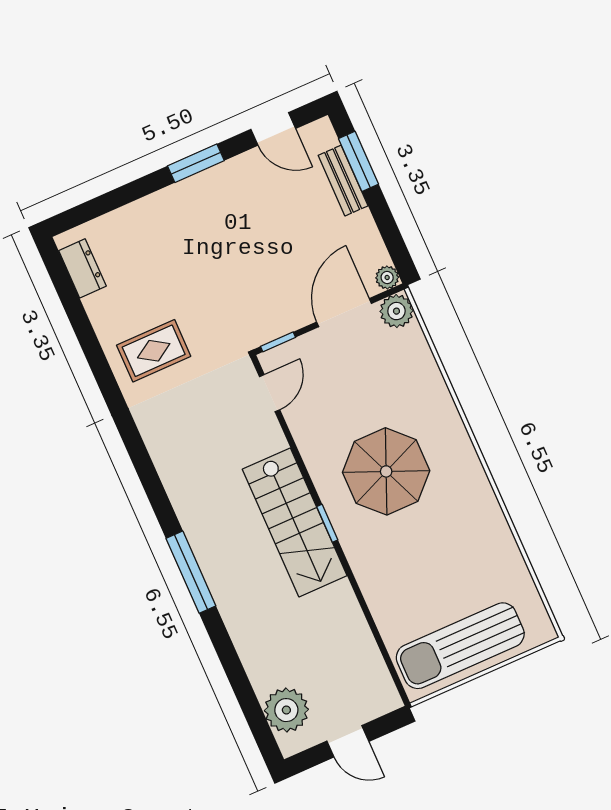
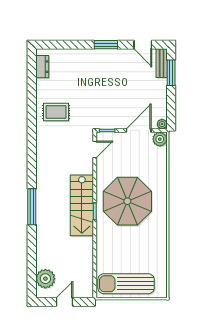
bench: (343, 181) -> (162, 63), moved
parasol: (386, 471) -> (127, 201), width x1.36, depth x1.36
door: (348, 741) -> (64, 302), swing flipped

